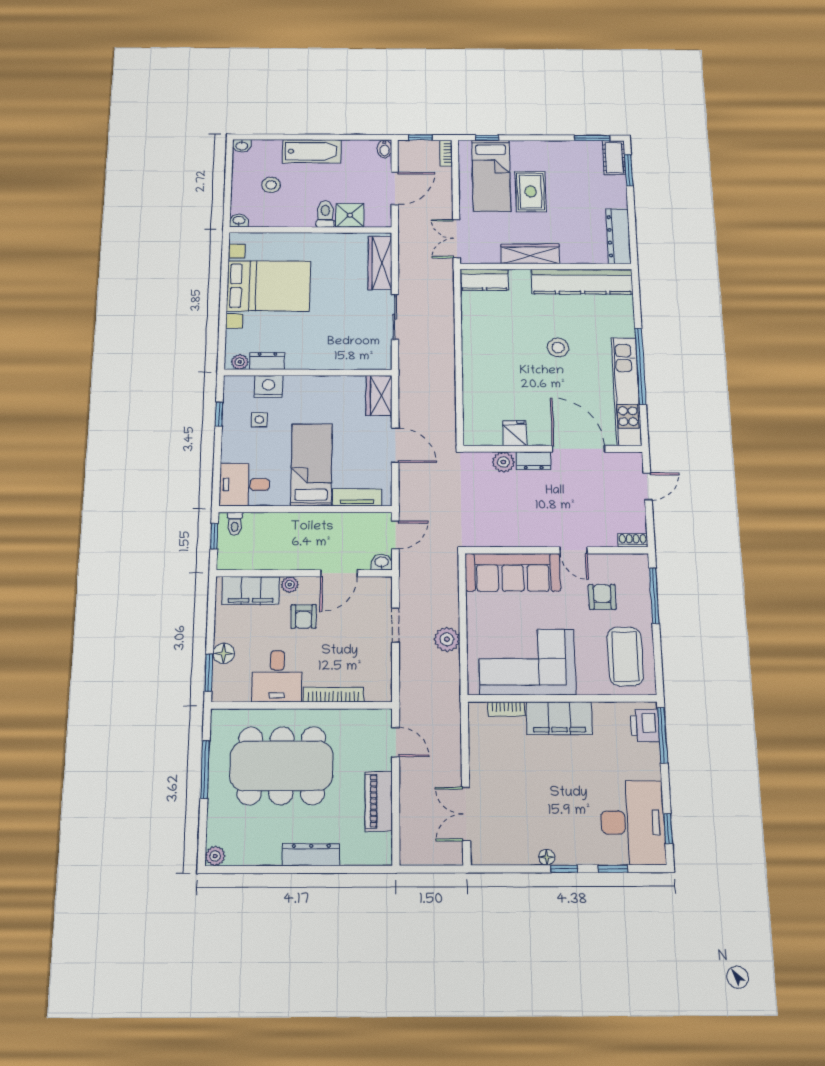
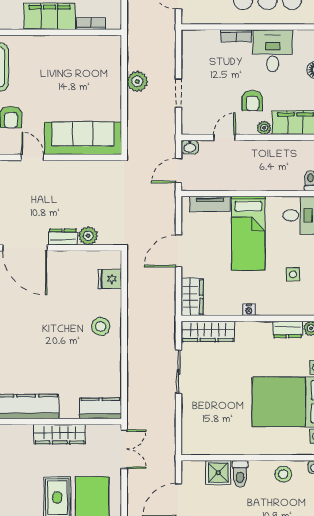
stool: (271, 185) -> (283, 474), moved
wardrobe: (380, 263) -> (208, 331), moved, turned 90
stool: (558, 347) -> (101, 326), moved
nightstand: (268, 386) -> (249, 310), moved, width x0.53, depth x0.56
fridge: (515, 433) -> (110, 279), moved, turned 90
door: (395, 445) -> (178, 251), hinge flipped
door: (339, 573) -> (224, 137), width x0.73
armchair: (304, 616) -> (252, 101), turned 180
corner sofa: (527, 662) -> (73, 62), removed
bookcase: (333, 695) -> (236, 36), width x0.64

